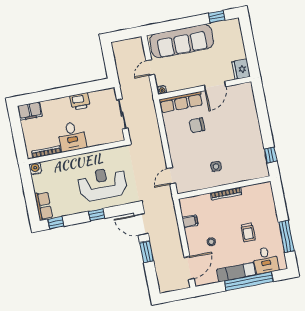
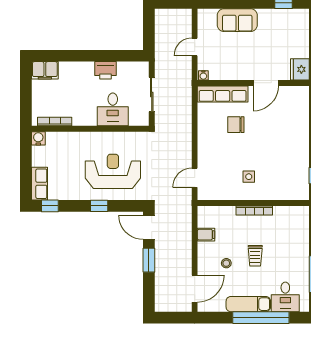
sofa: (182, 41) -> (237, 20), width x0.54, depth x0.79
desk: (72, 137) -> (113, 109), moved
trolley: (248, 232) -> (255, 256), moved

